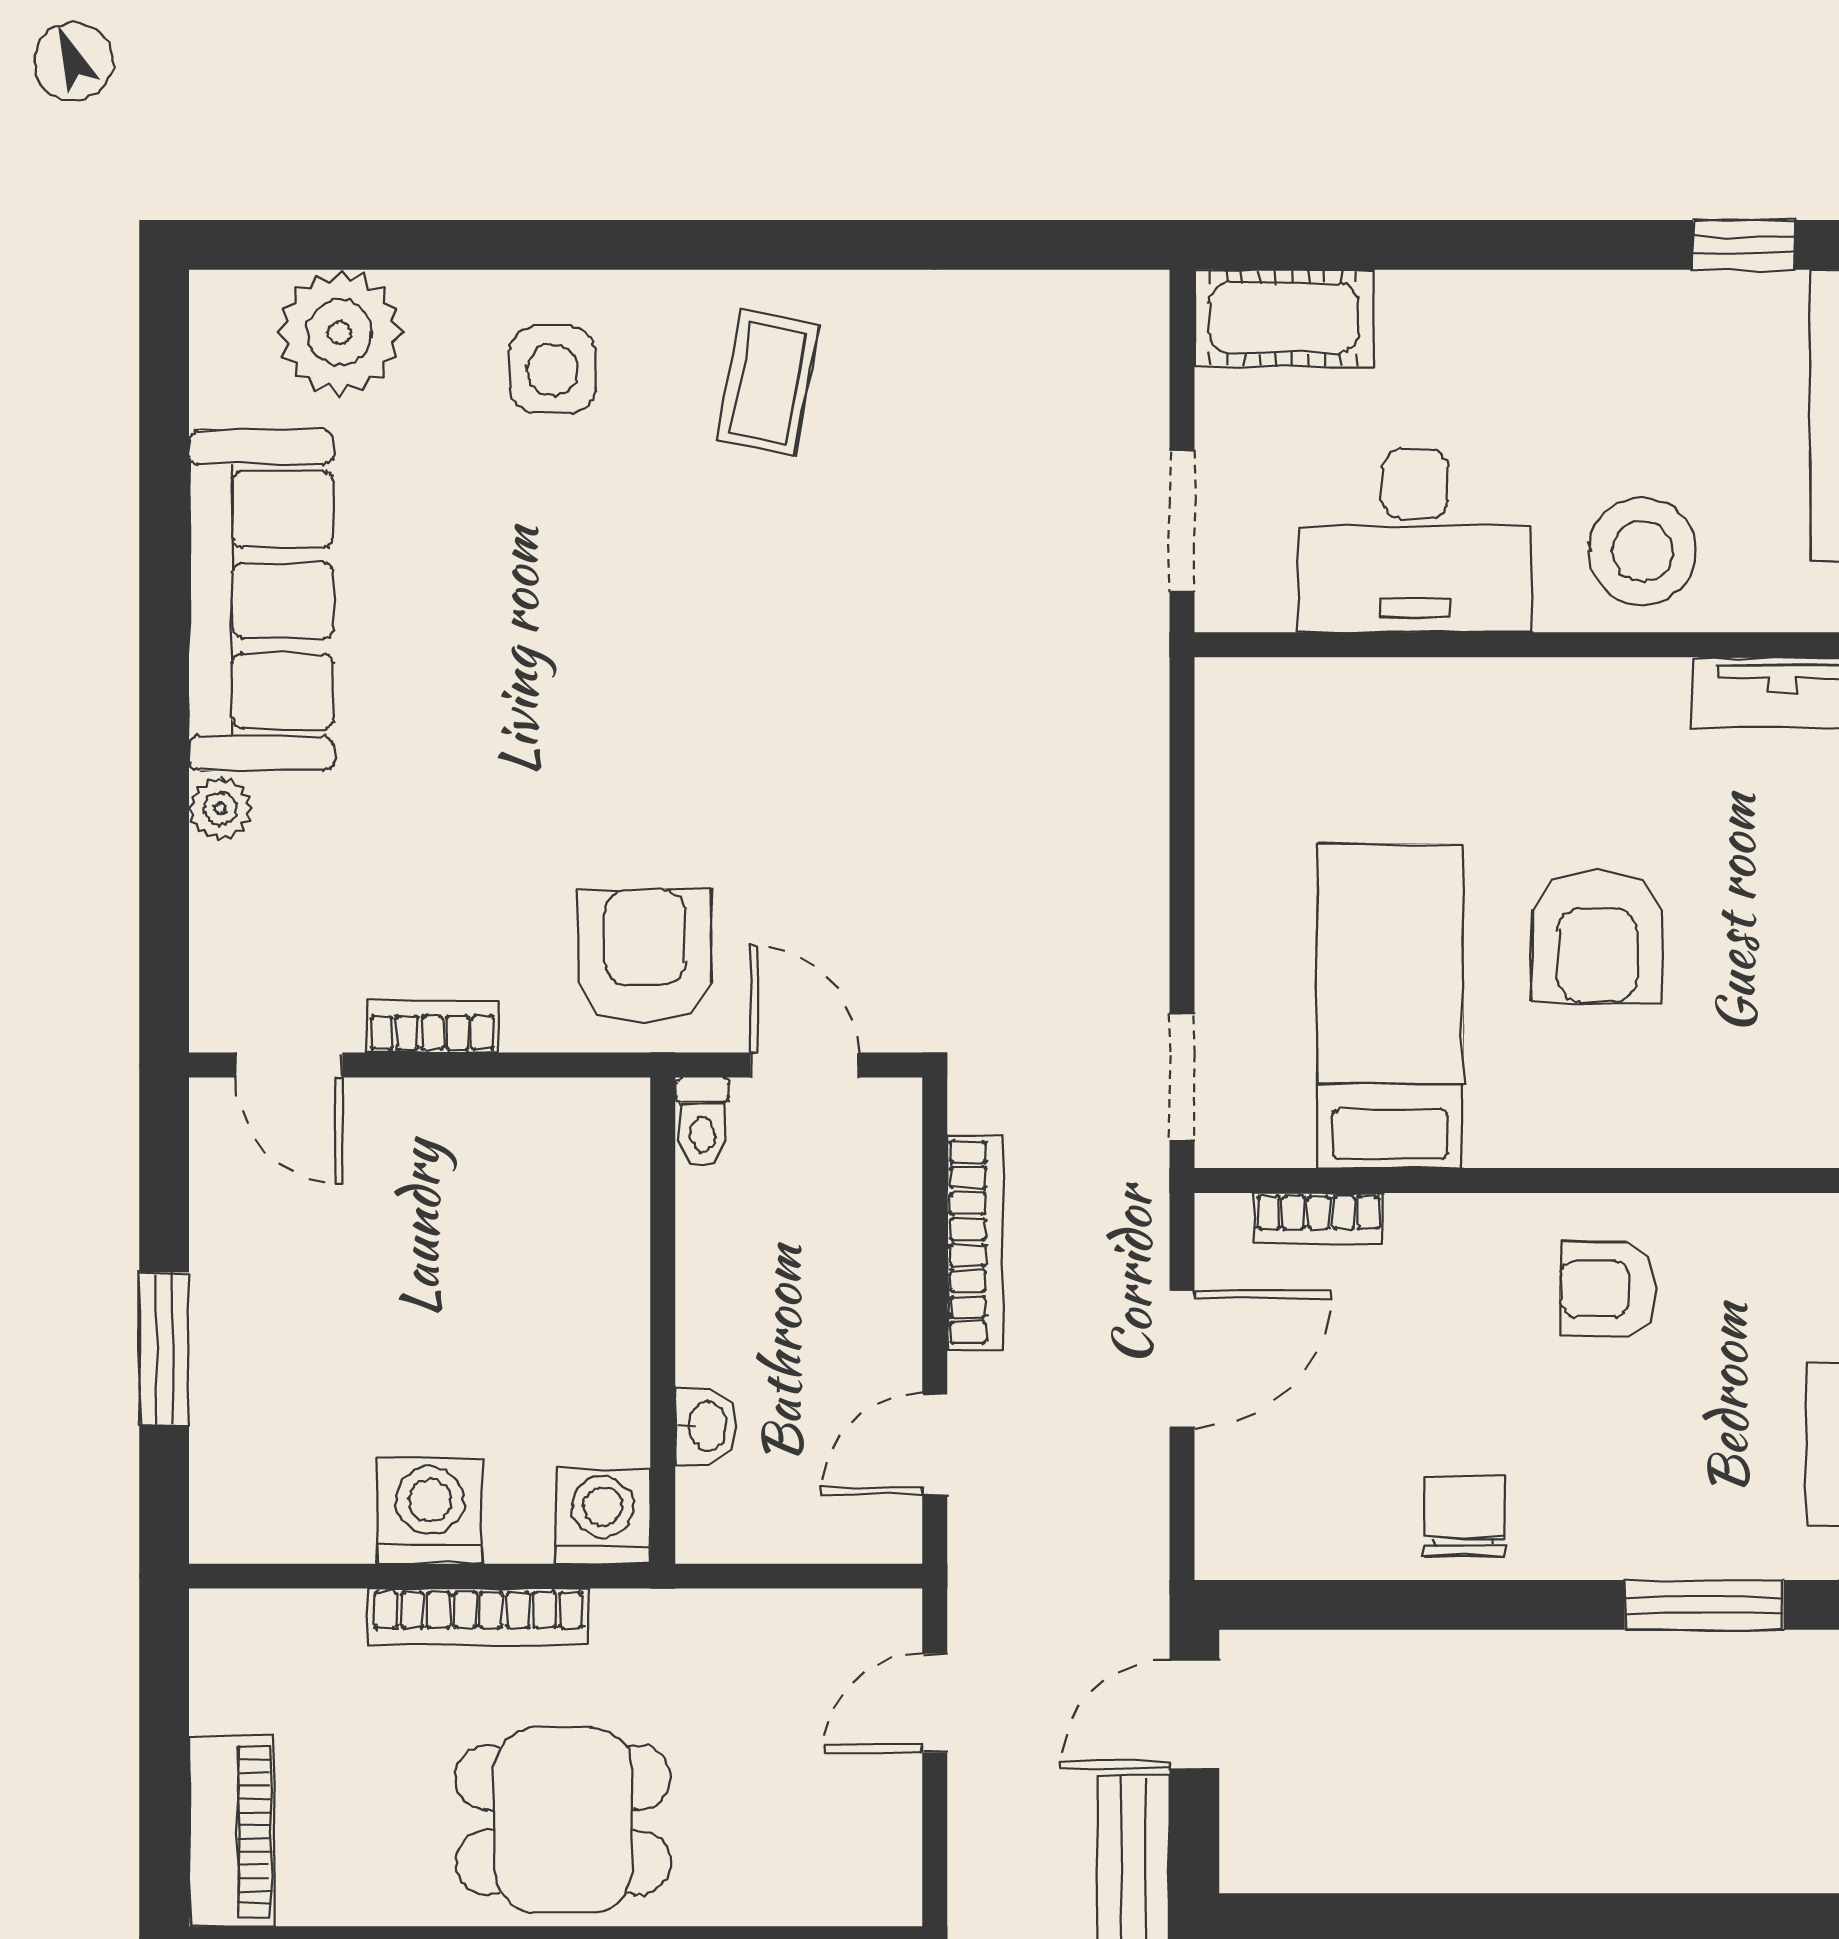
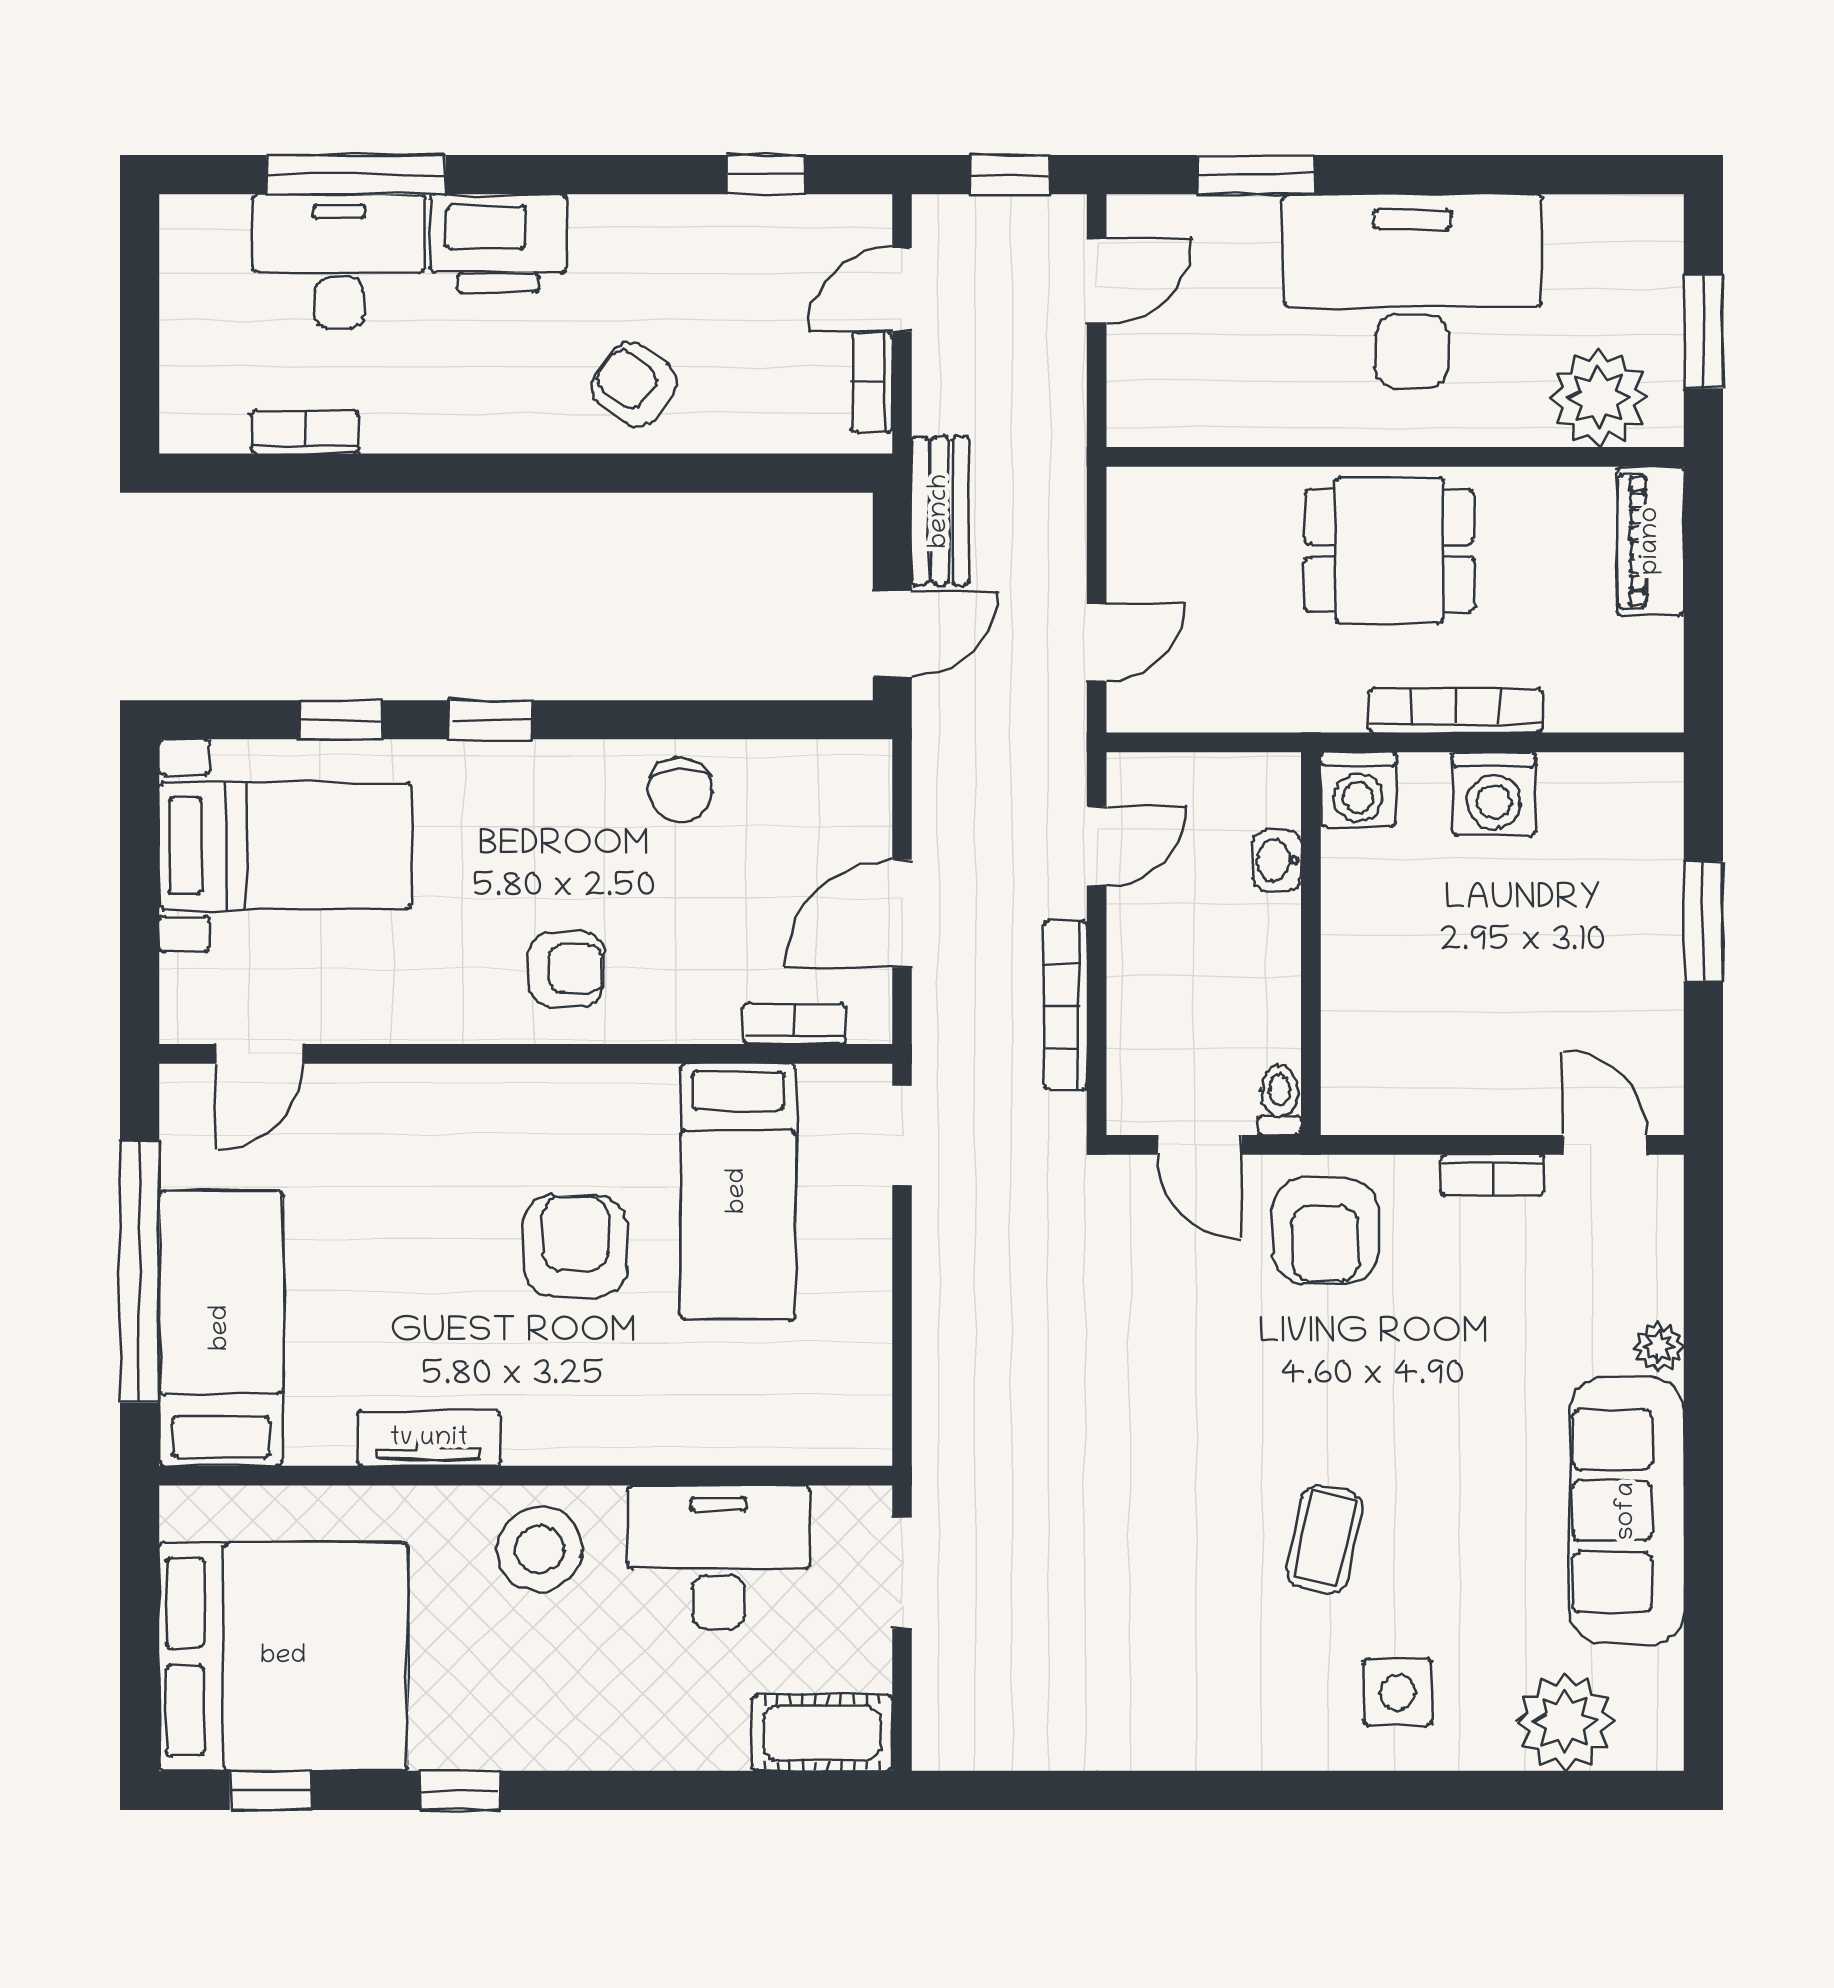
coffee table: (768, 383) -> (1325, 1539), moved
window: (1704, 1605) -> (491, 720), width x0.67

